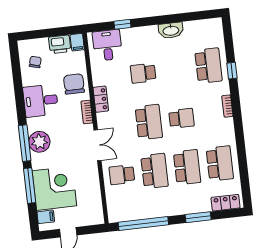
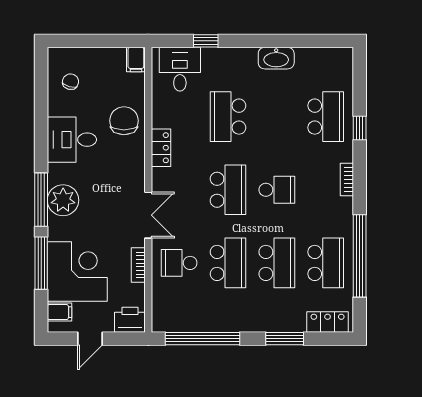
printer: (60, 44) -> (130, 320), moved, turned 180
school desk: (143, 73) -> (228, 117), width x1.85
bookcase: (87, 112) -> (138, 265), moved
window: (242, 156) -> (360, 256), added

